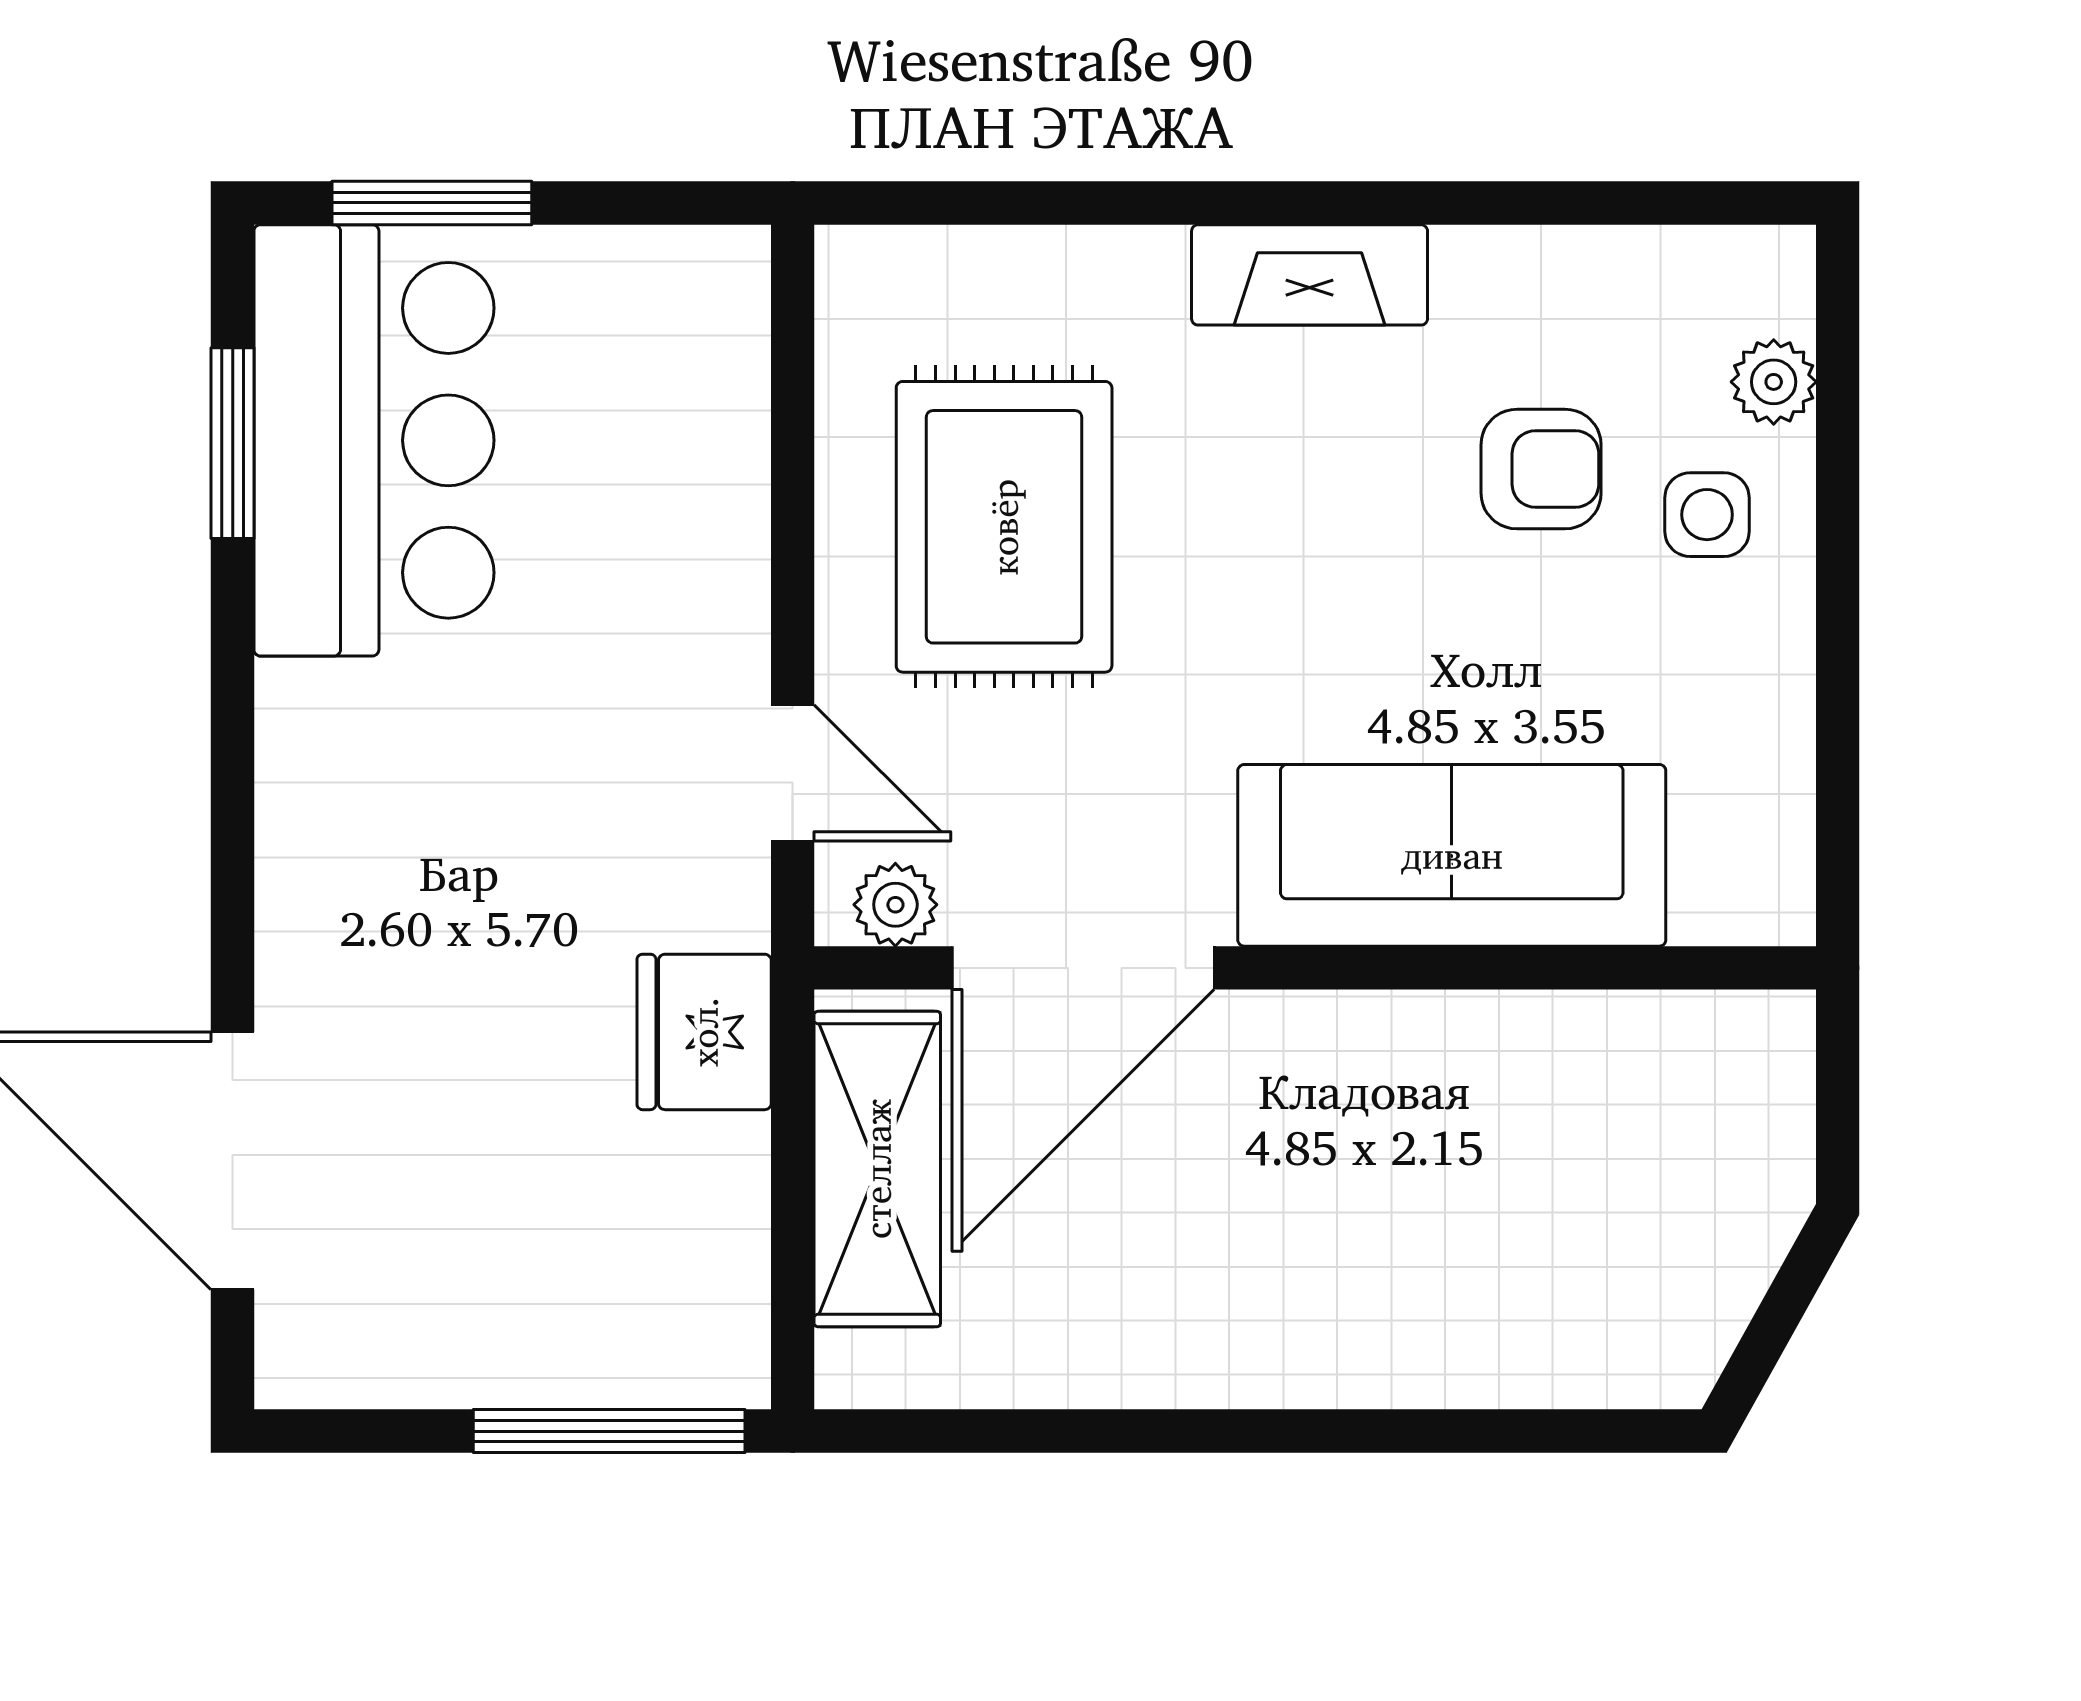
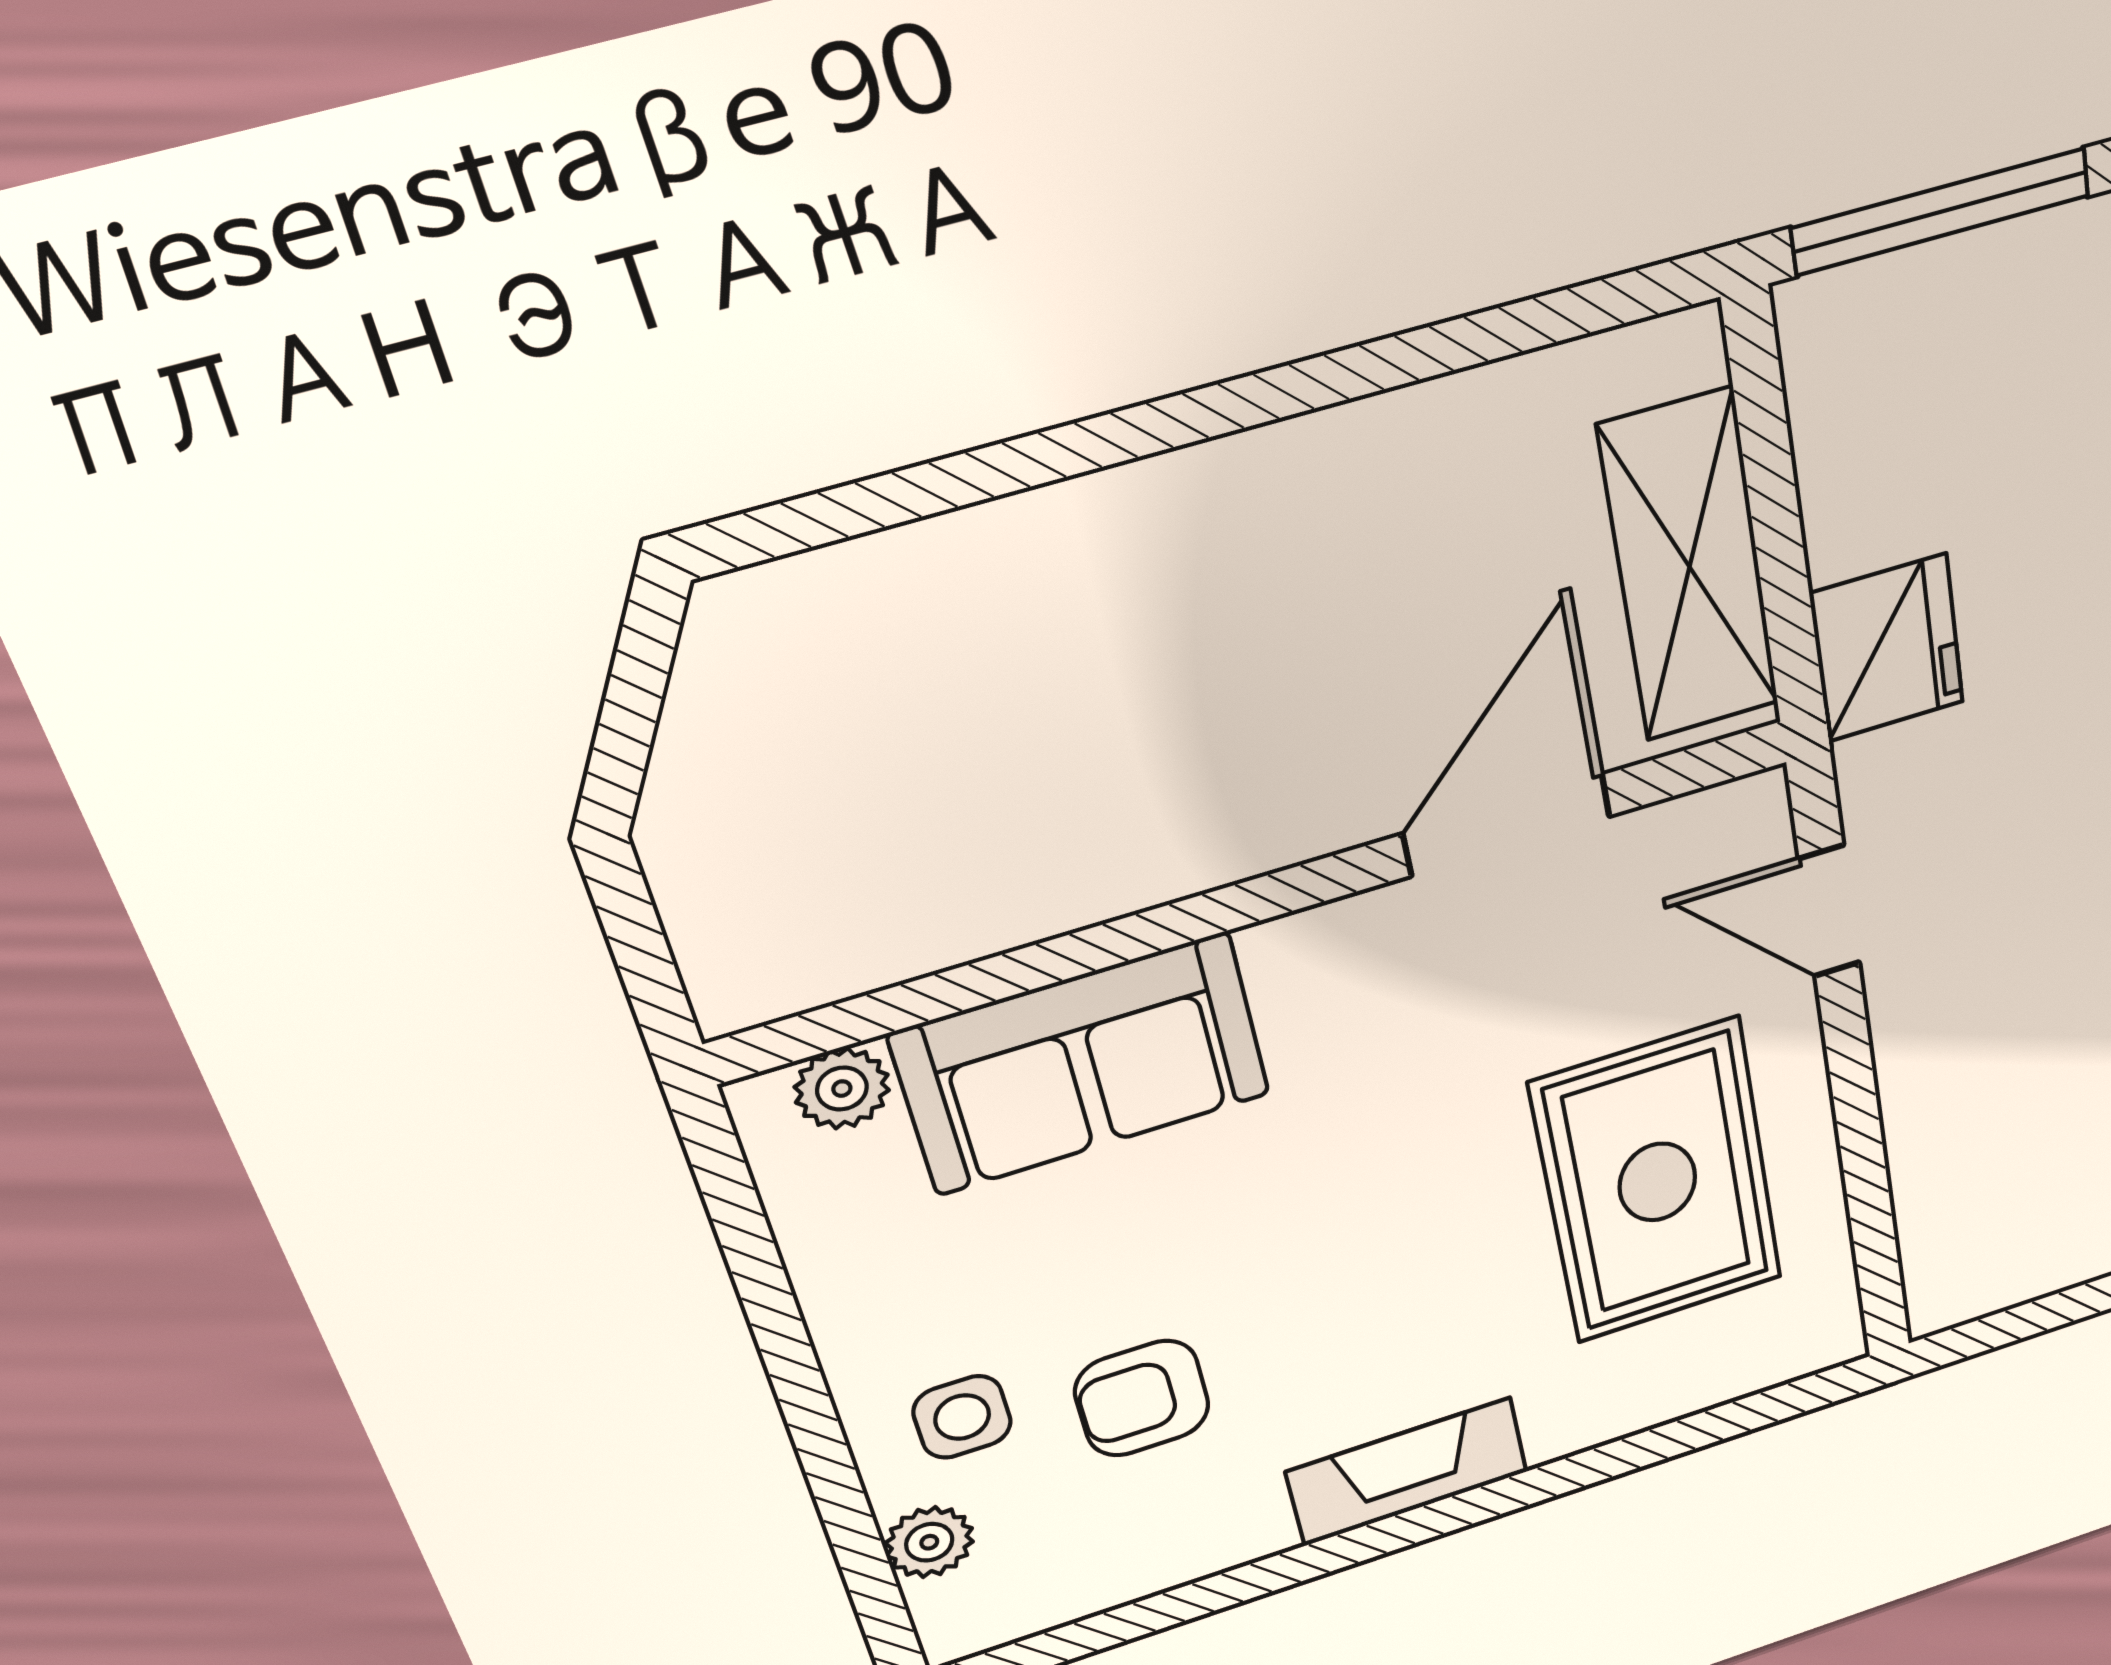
sofa: (1452, 855) -> (1082, 1064), width x0.73
plant: (895, 905) -> (842, 1089), moved
door: (1083, 968) -> (1507, 825), width x0.73

